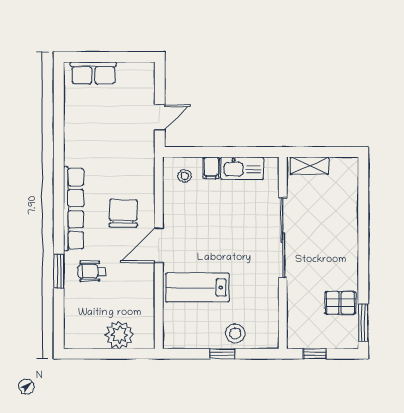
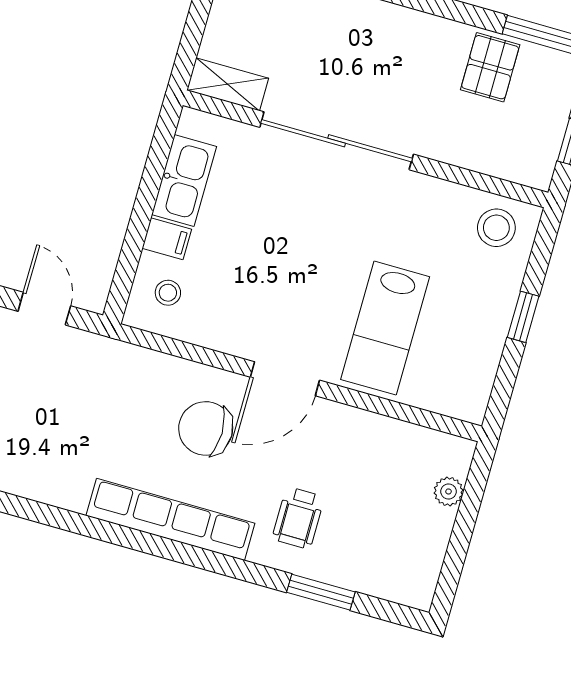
shelving: (310, 166) -> (228, 84), moved, turned 90
door: (159, 245) -> (285, 379), hinge flipped
window: (59, 271) -> (321, 592), moved
stool: (235, 333) -> (496, 228), moved
plant: (119, 335) -> (449, 491), width x0.53, depth x0.53

